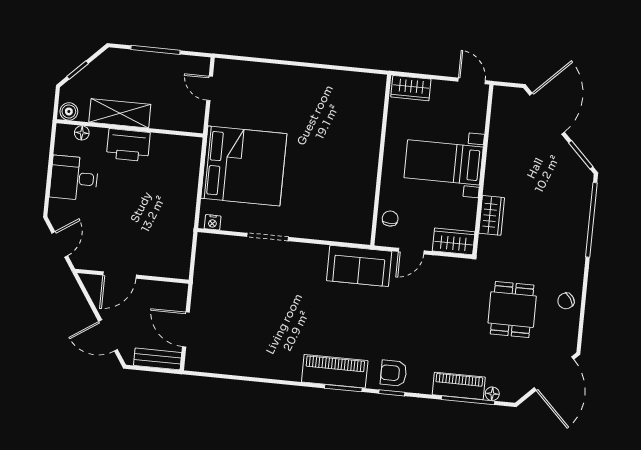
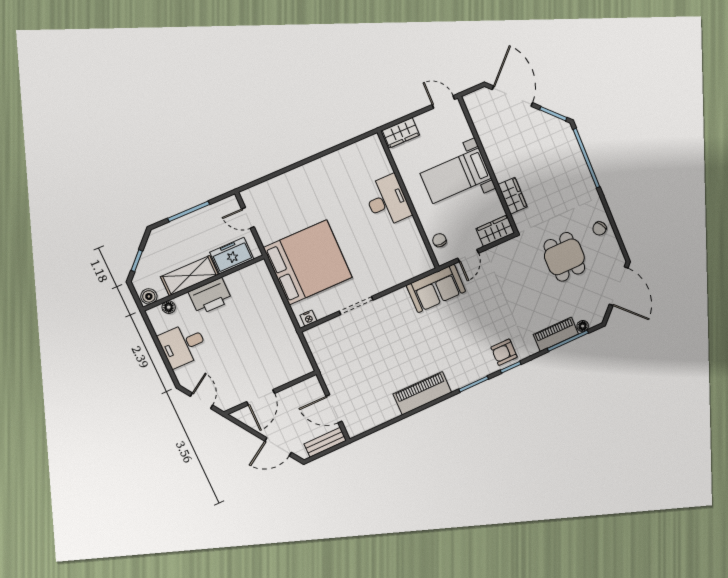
freezer: (172, 117) -> (232, 256), added
desk: (359, 149) -> (387, 201), added
piano: (335, 371) -> (422, 393), moved

